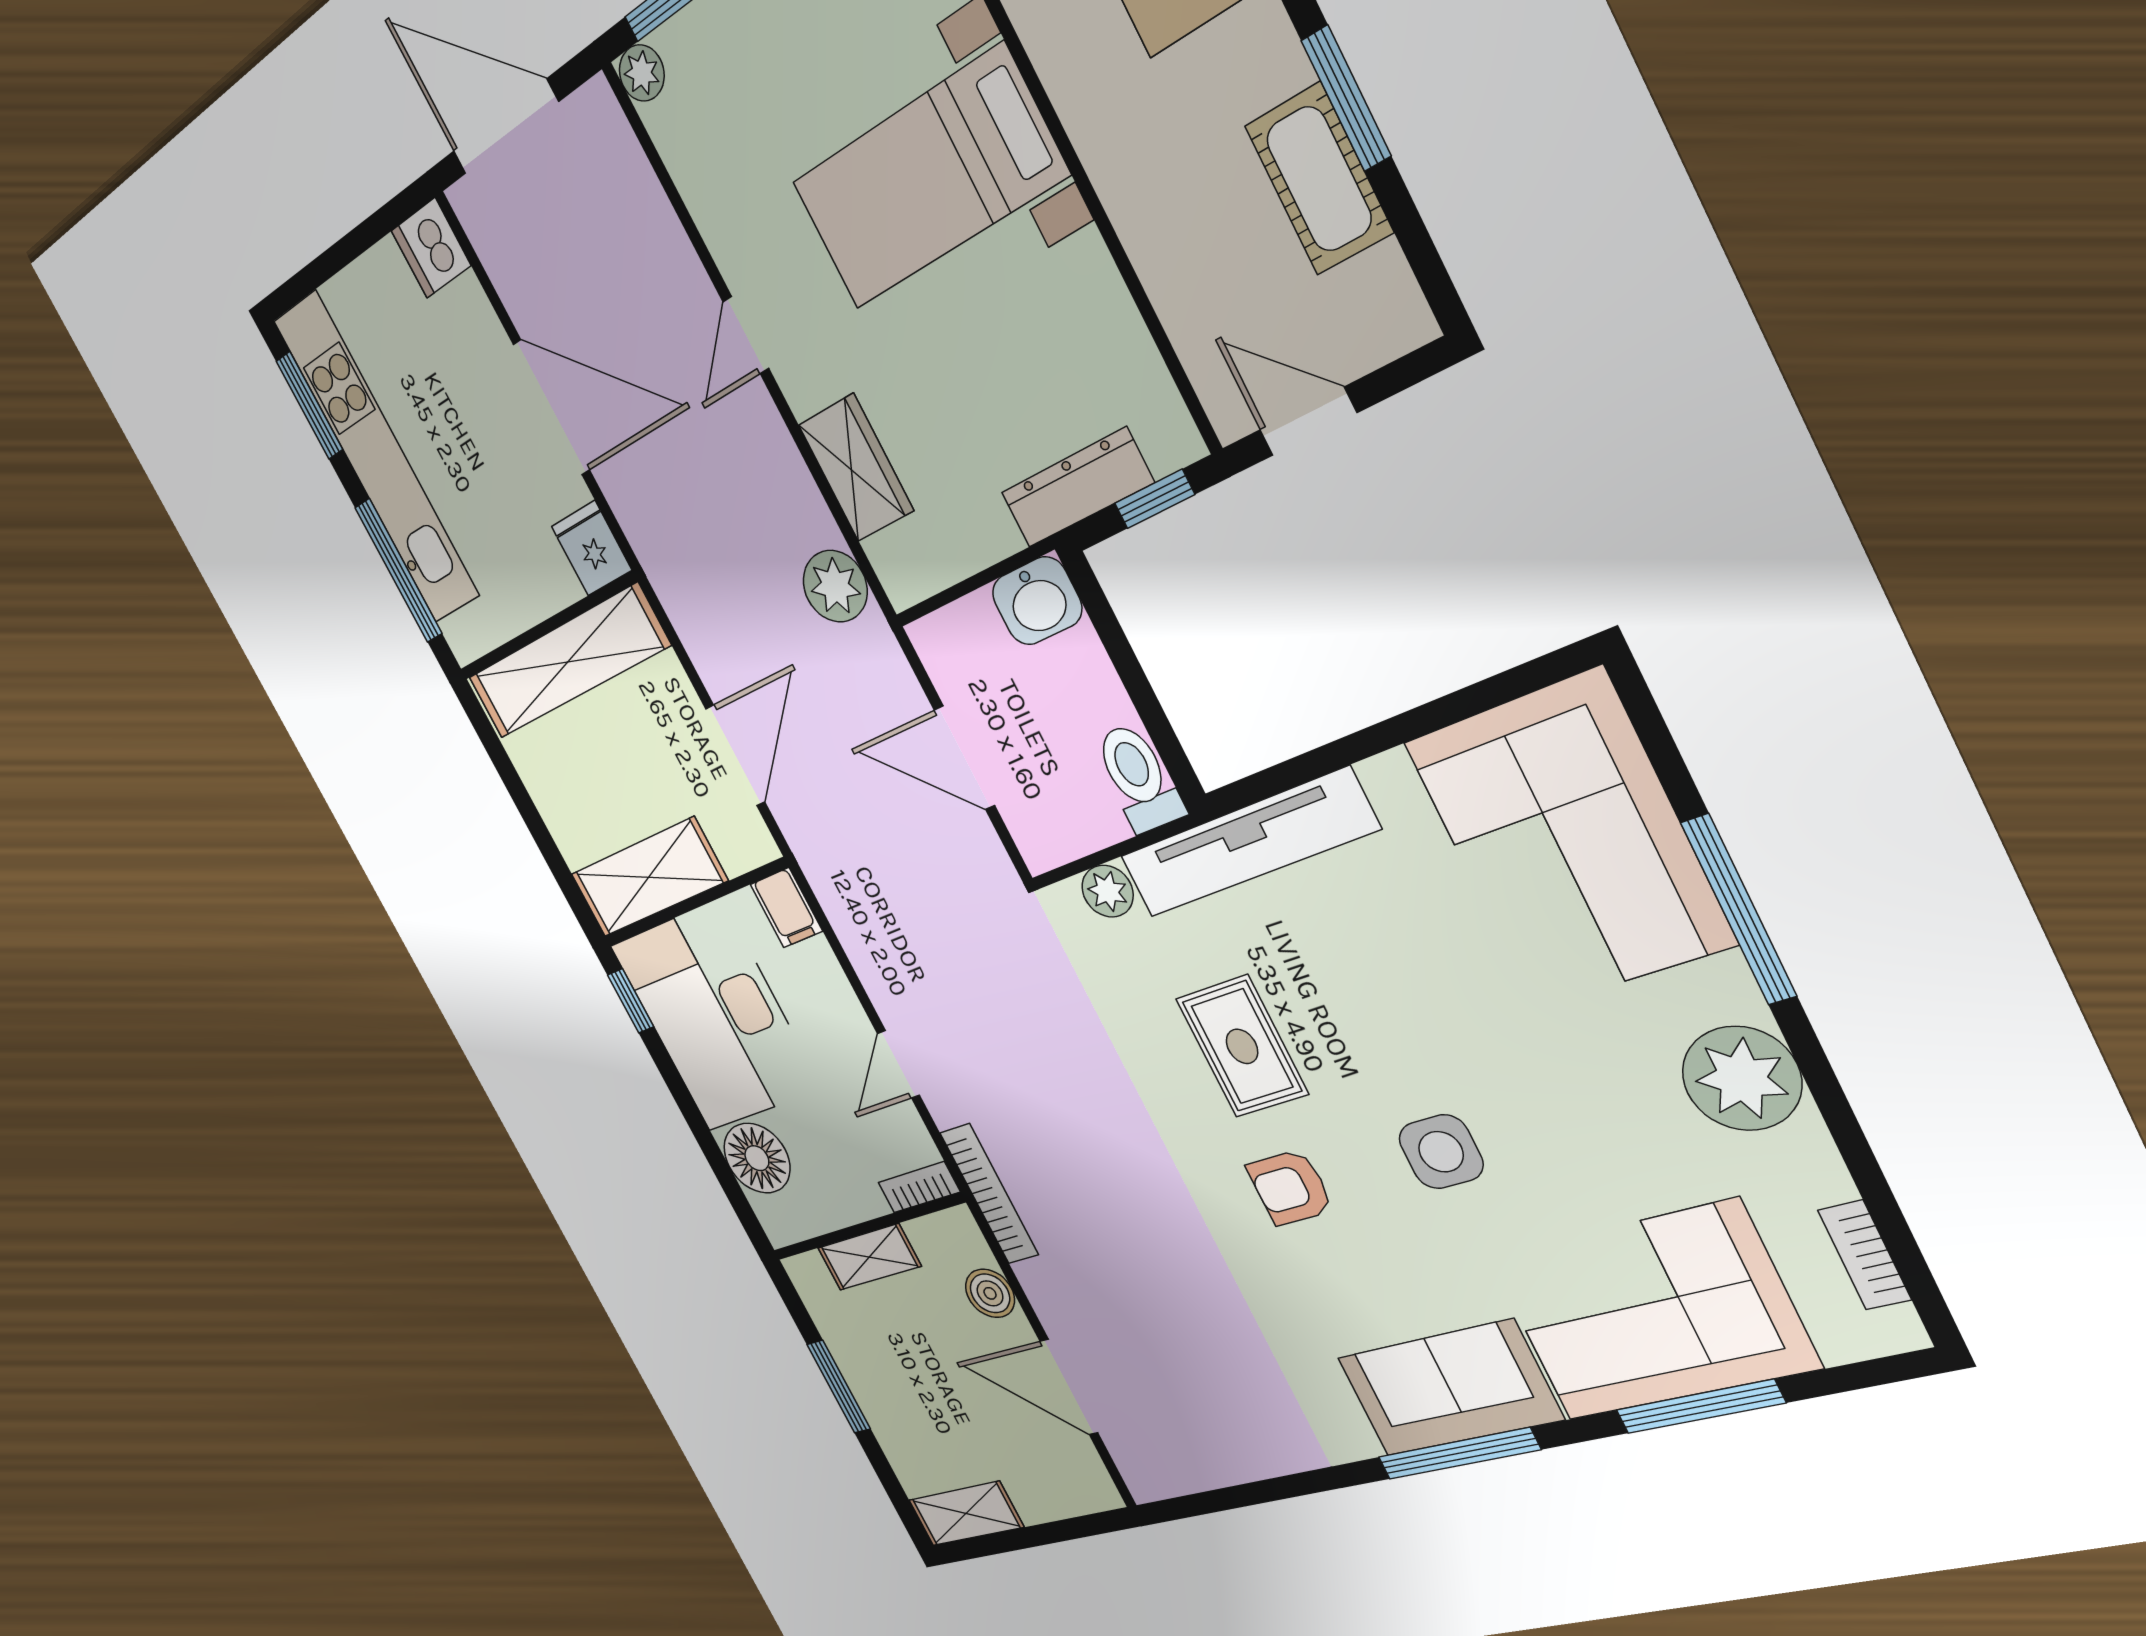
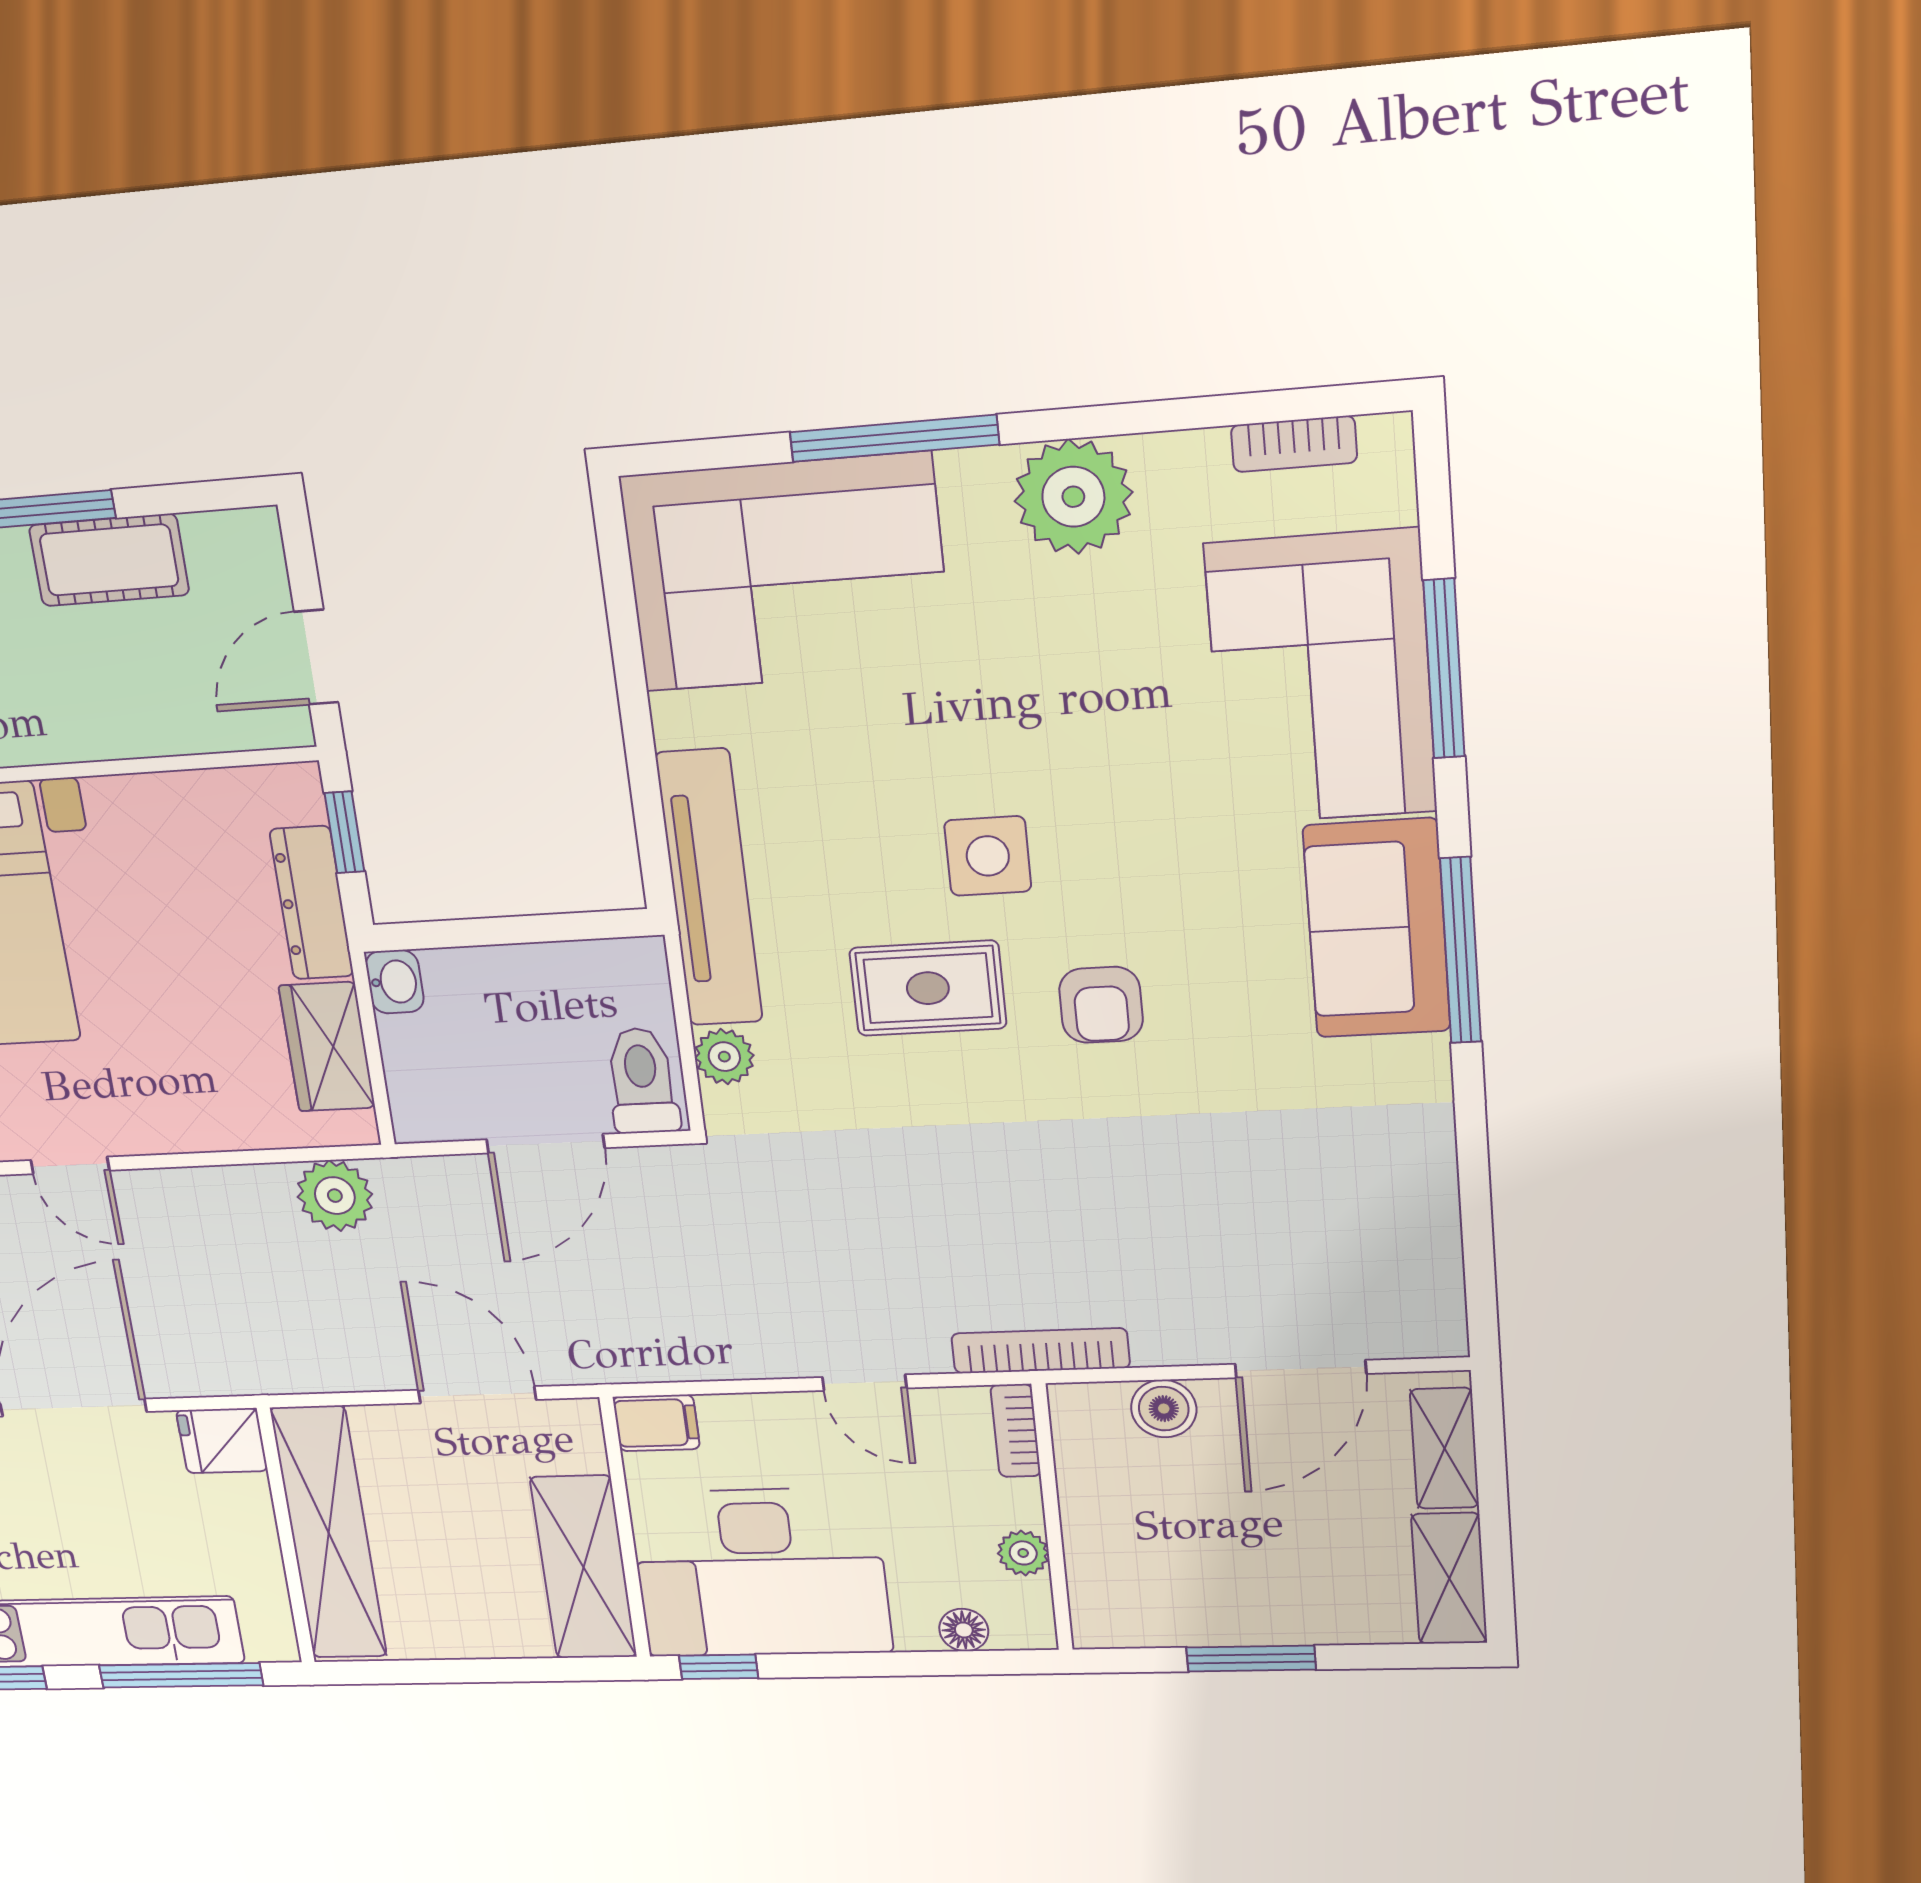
wardrobe: (856, 468) -> (327, 1047), moved, turned -90
washbasin: (1037, 601) -> (395, 982), width x0.72, depth x0.69
toilet: (1139, 778) -> (642, 1081), moved, turned 90
side table: (1441, 1152) -> (988, 856), moved
floor lamp: (757, 1158) -> (964, 1630), width x0.53, depth x0.53
plant: (831, 1211) -> (1023, 1553), added
shelving: (869, 1257) -> (1445, 1448), moved

